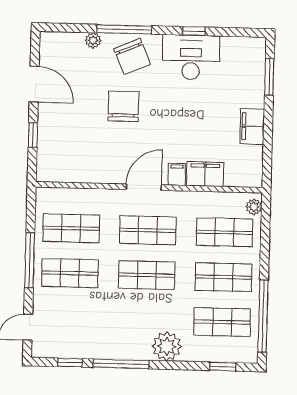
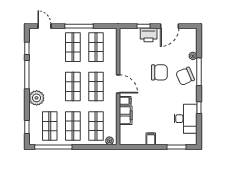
desk: (191, 57) -> (186, 119), moved
printer: (50, 126) -> (149, 35), added
filing cabinet: (252, 126) -> (151, 139), width x0.50

